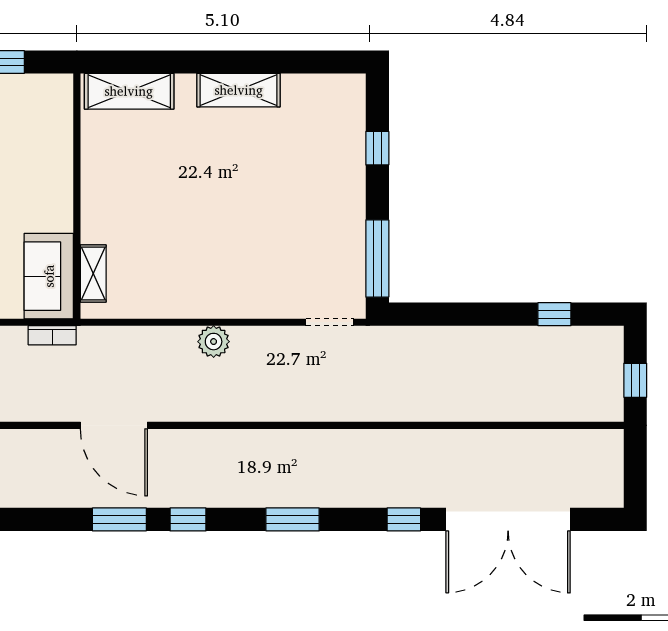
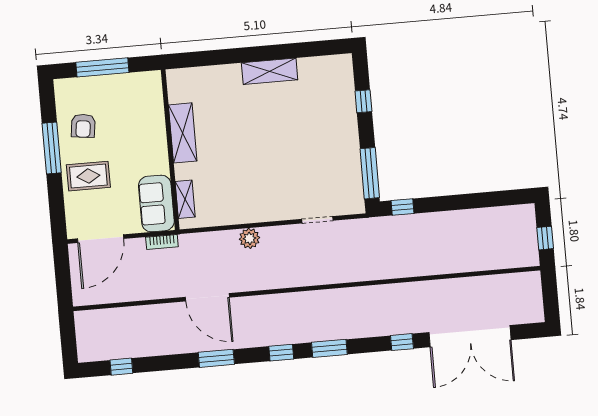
shelving: (129, 91) -> (183, 133), moved, turned 90
window: (554, 314) -> (402, 207), moved
doorway: (330, 322) -> (317, 220), moved
plant: (214, 342) -> (249, 238), moved
window: (188, 519) -> (281, 353), moved

